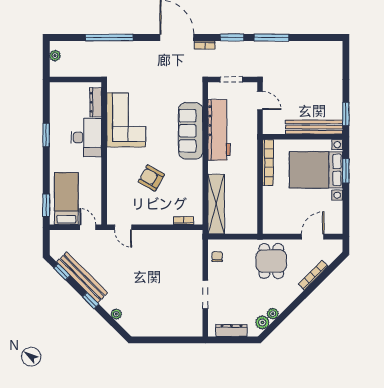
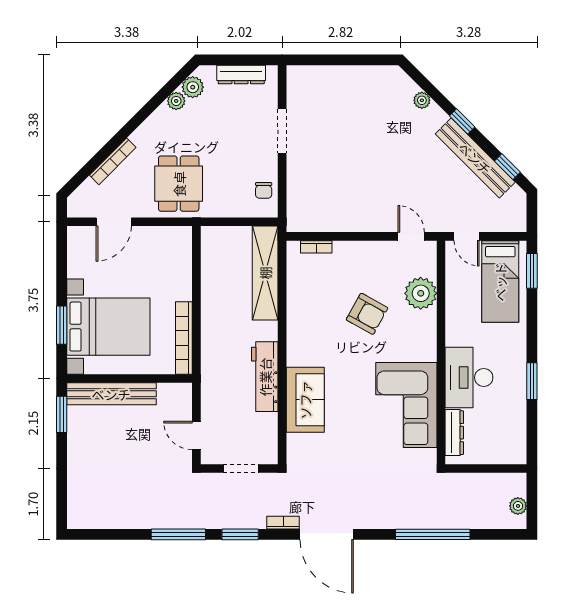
workbench: (219, 130) -> (265, 377), width x0.73, depth x0.76
sofa: (191, 131) -> (305, 400), width x0.73
plant: (117, 191) -> (421, 293), added

